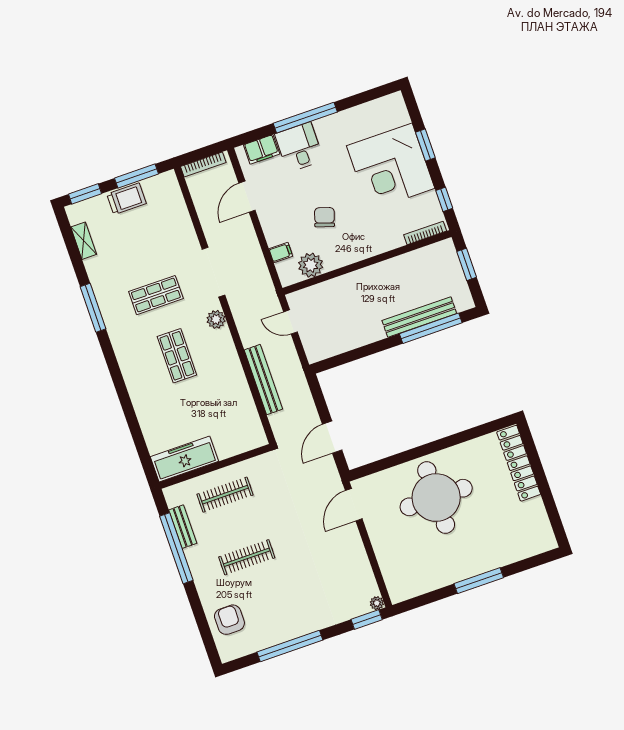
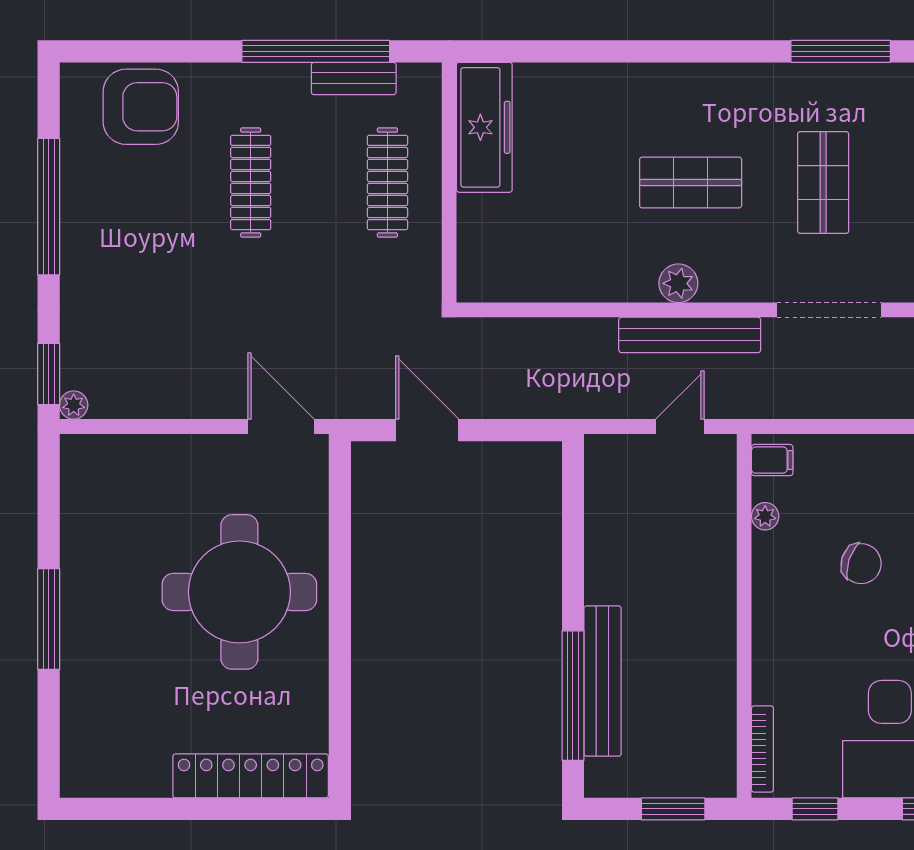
filing cabinet: (281, 252) -> (772, 460), moved, turned -90
plant: (311, 265) -> (765, 516), width x0.53, depth x0.53
plant: (216, 319) -> (678, 283), moved
bench: (263, 380) -> (690, 335), moved
armchair: (229, 620) -> (141, 107), width x1.36, depth x1.36

